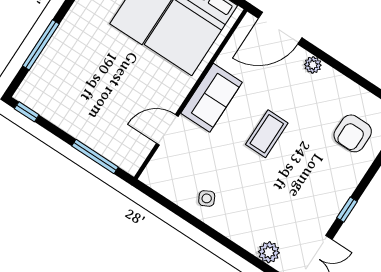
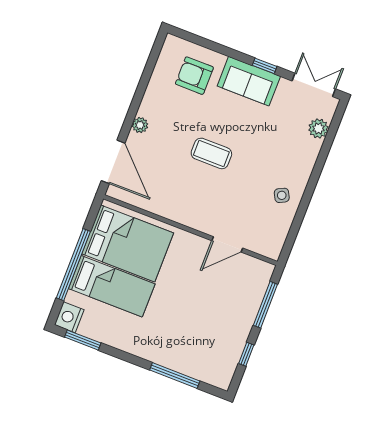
sofa: (212, 98) -> (249, 81), moved, turned 180
window: (27, 112) -> (246, 354), moved
door: (167, 130) -> (227, 244), hinge flipped
armchair: (353, 133) -> (194, 76), turned 180

